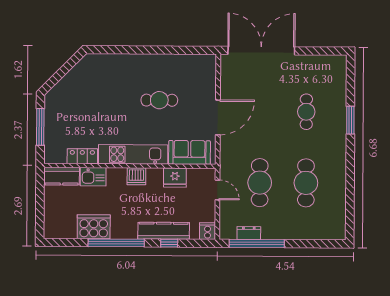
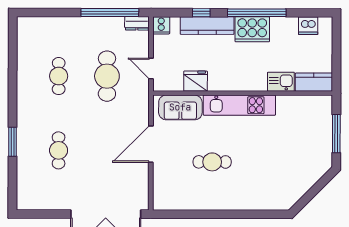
locker: (82, 156) -> (292, 103), removed
dishwasher: (136, 176) -> (308, 26), moved, turned 180
cafe table: (306, 183) -> (59, 76), width x0.73, depth x0.74
cooker: (94, 227) -> (252, 29), moved
dresser: (249, 233) -> (137, 23), moved

